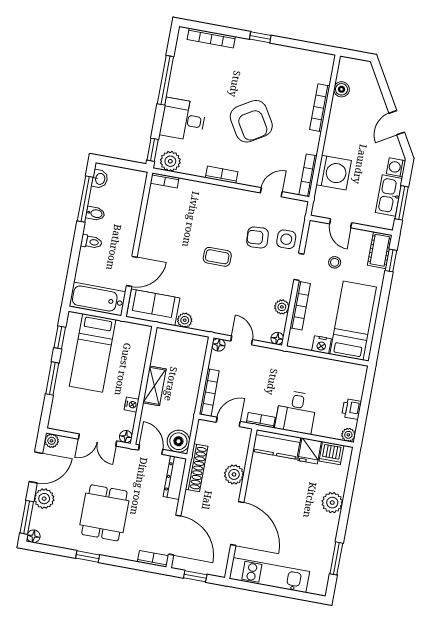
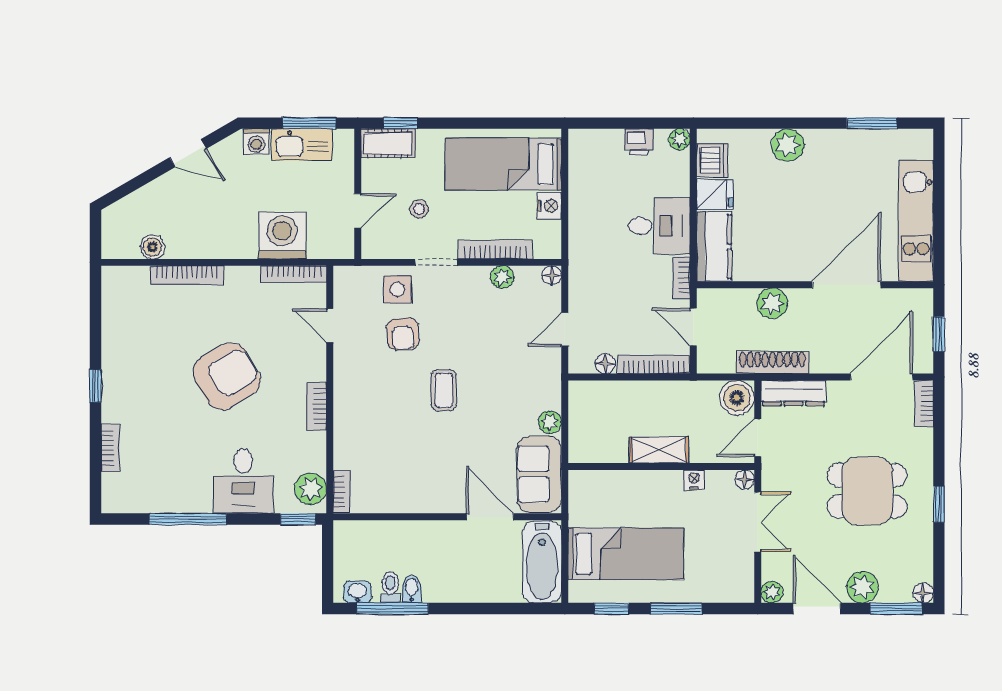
bookcase: (211, 38) -> (110, 448), width x0.64
toilet: (91, 242) -> (390, 587), moved
floor lamp: (218, 345) -> (605, 364), moved

